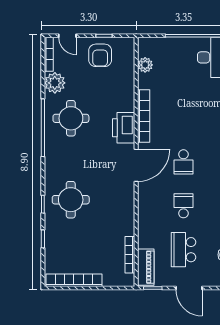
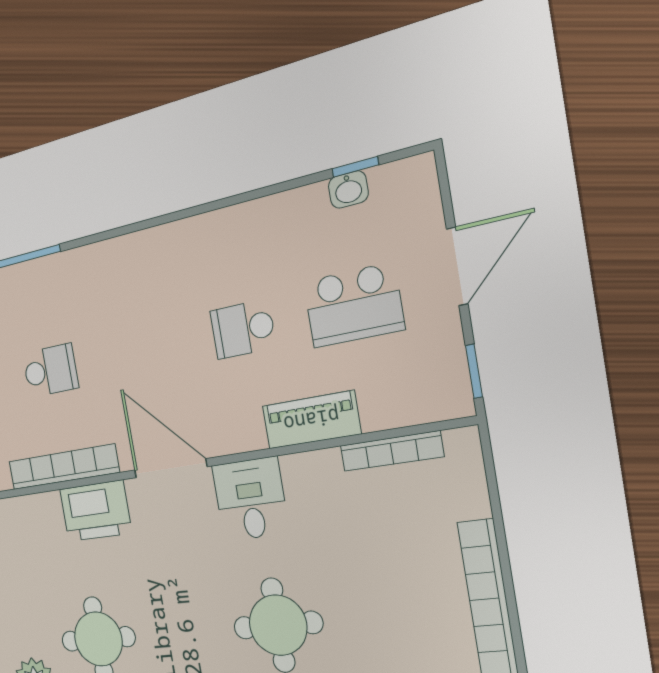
school desk: (183, 162) -> (50, 371), moved
desk: (120, 197) -> (250, 499), added
piano: (146, 267) -> (311, 420), moved

